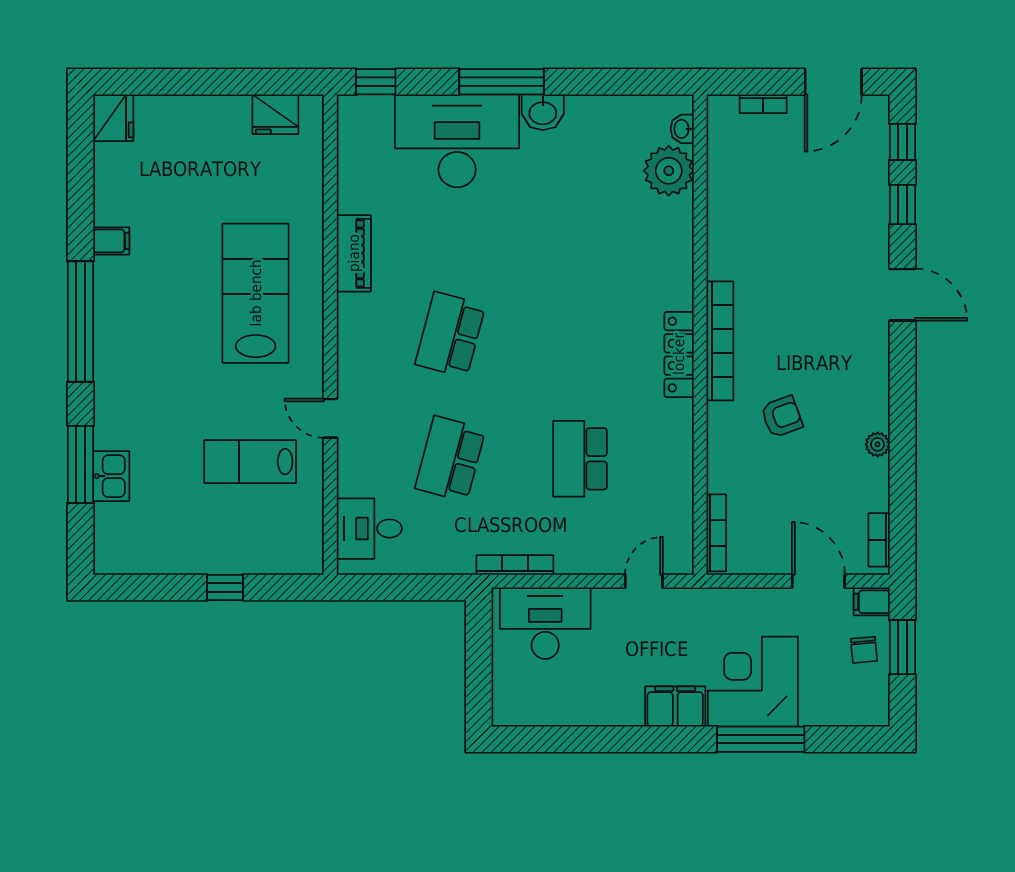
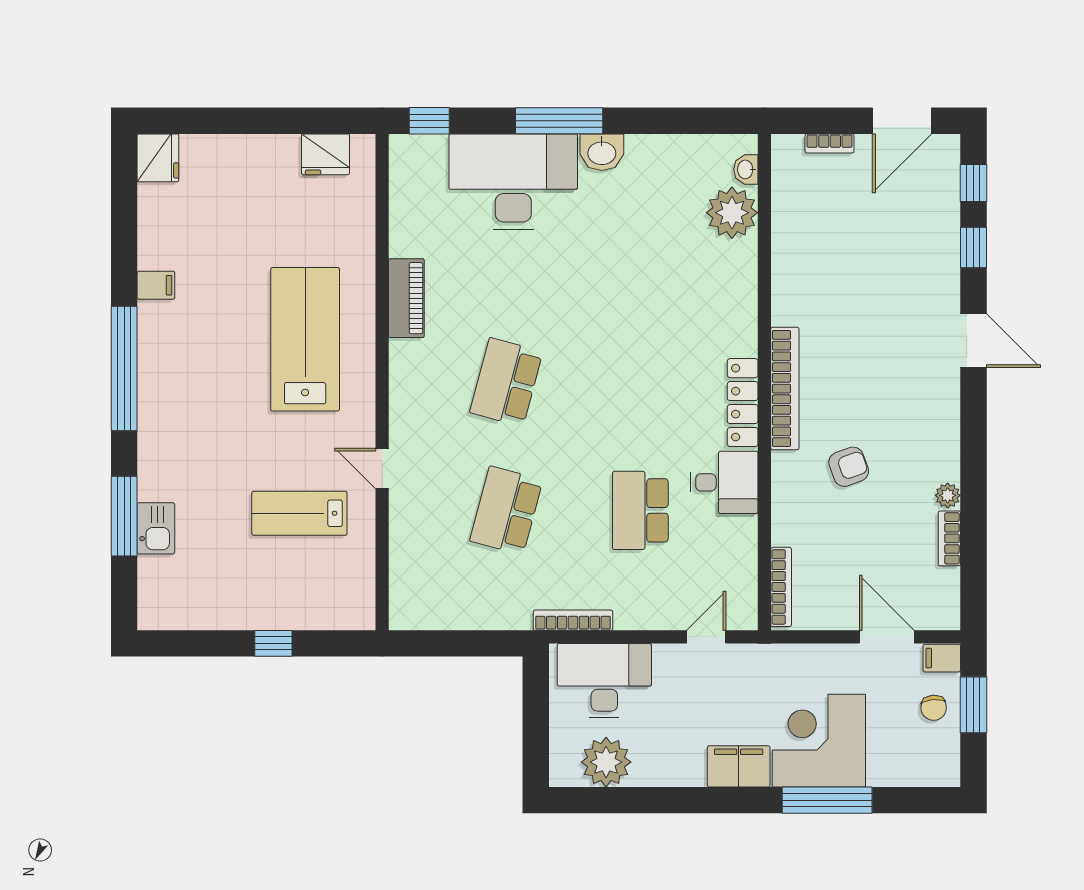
desk: (369, 529) -> (724, 482), moved, turned 180
bookcase: (879, 540) -> (949, 538), moved
plant: (547, 702) -> (606, 762), added

